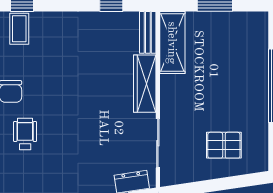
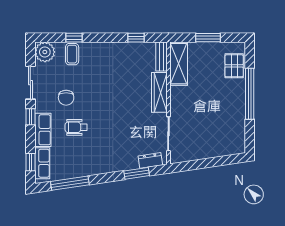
wheelchair: (25, 134) -> (76, 127), turned -90
pallet: (224, 145) -> (234, 66), moved, turned 90

